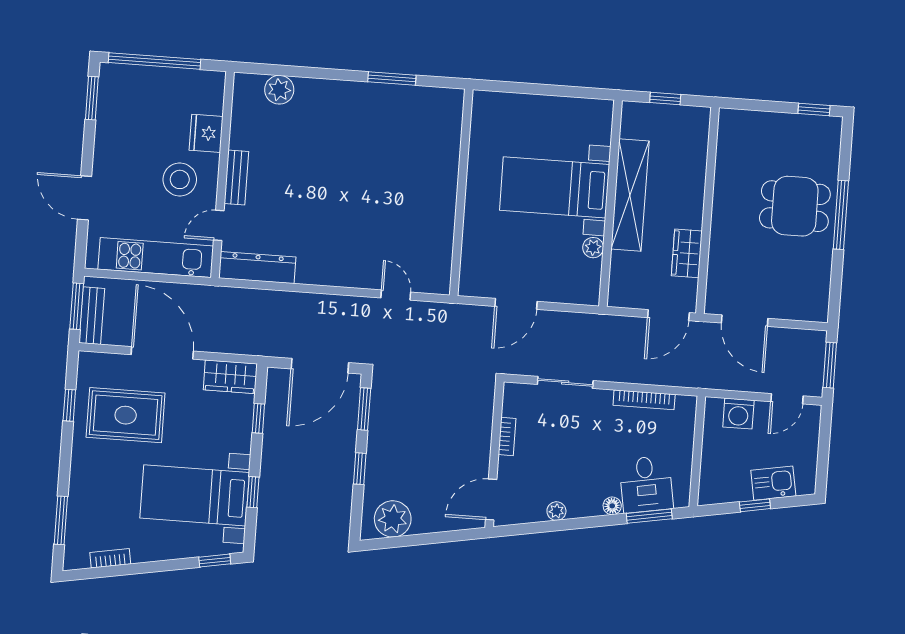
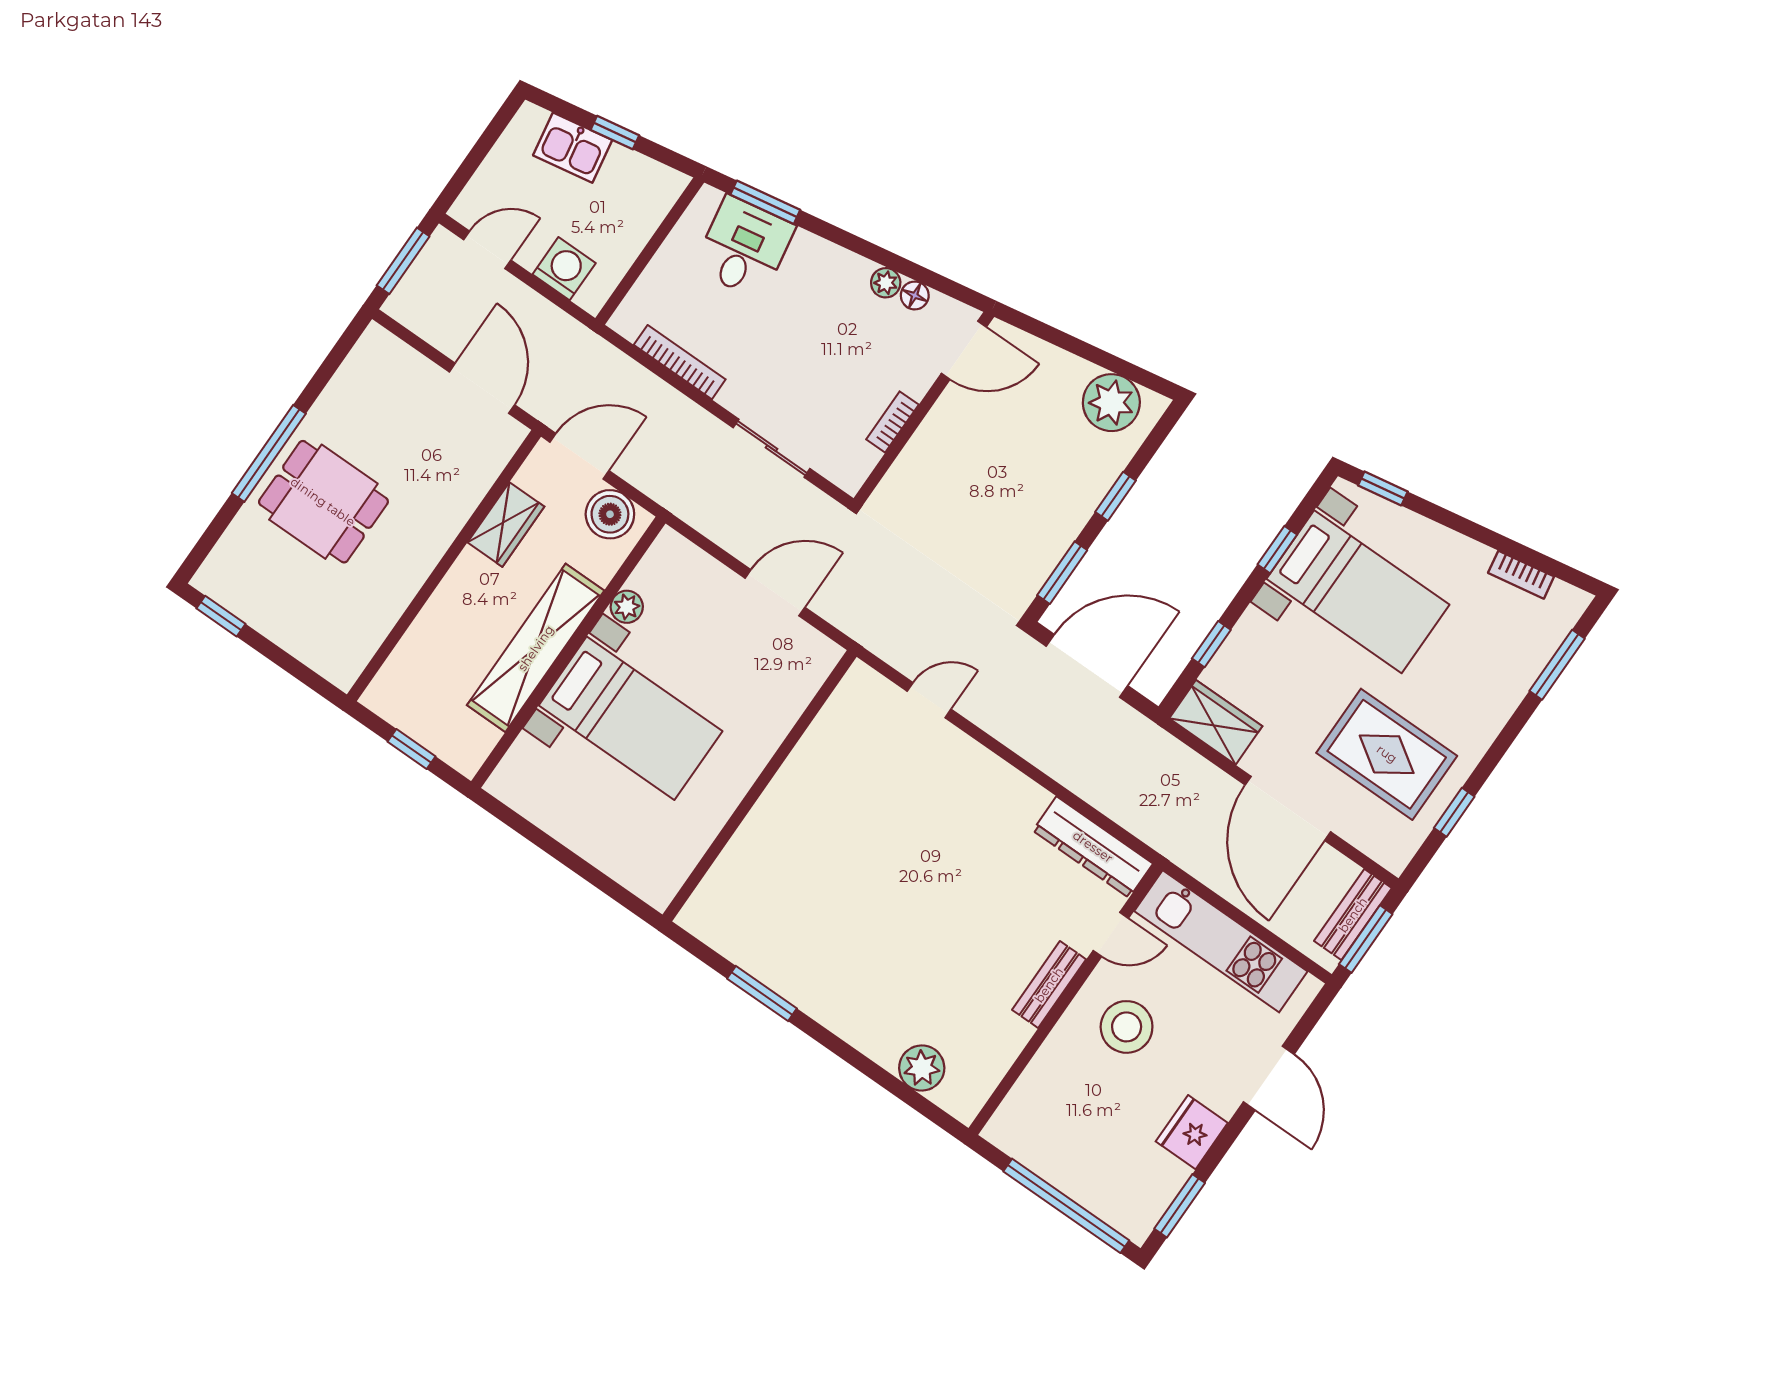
fridge: (206, 133) -> (1192, 1132), moved, turned 180
boiler: (633, 293) -> (610, 514), added
door: (396, 295) -> (929, 700), swing flipped
floor lamp: (612, 506) -> (915, 295), moved

